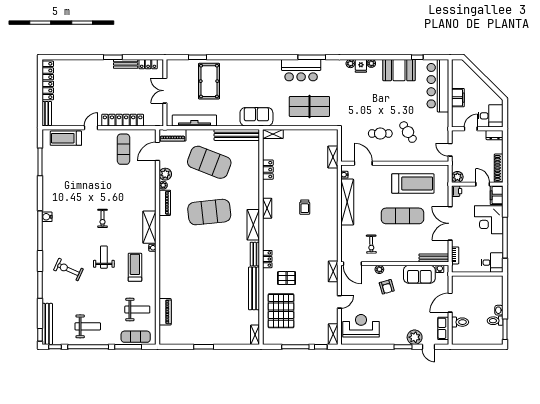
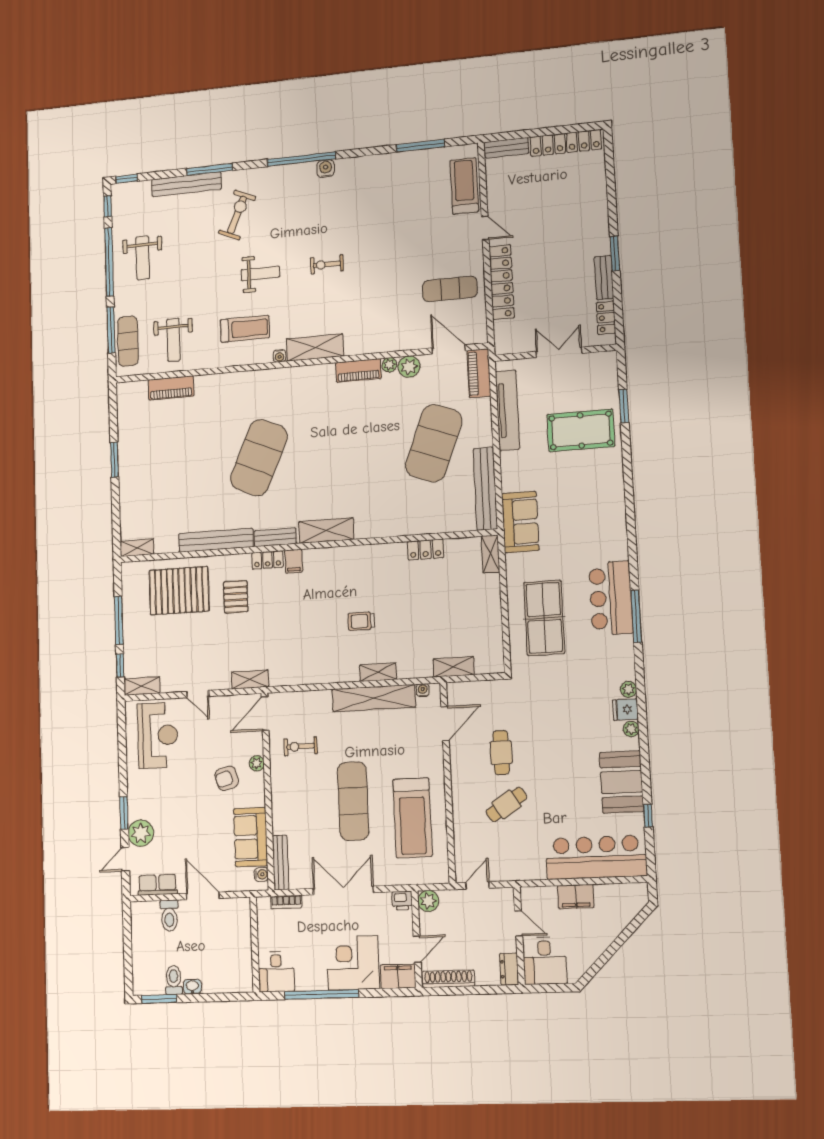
shelving: (267, 208) -> (378, 672), moved
exercise mat: (209, 212) -> (259, 458), moved, turned 30
filing cabinet: (269, 244) -> (294, 561), added
bench: (47, 324) -> (186, 184), moved

